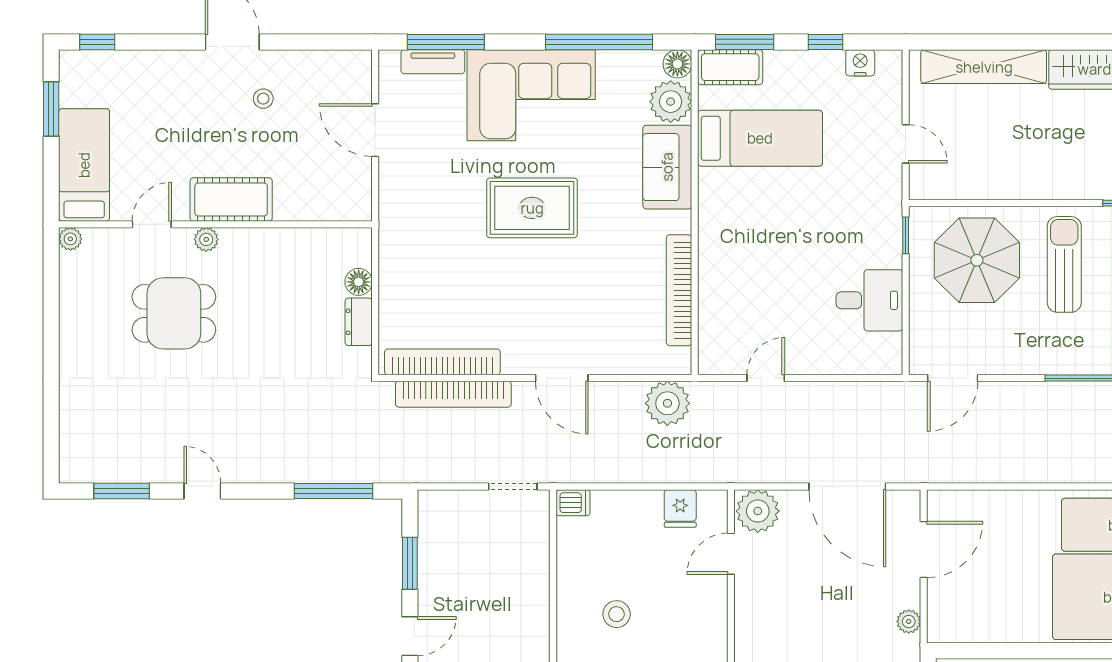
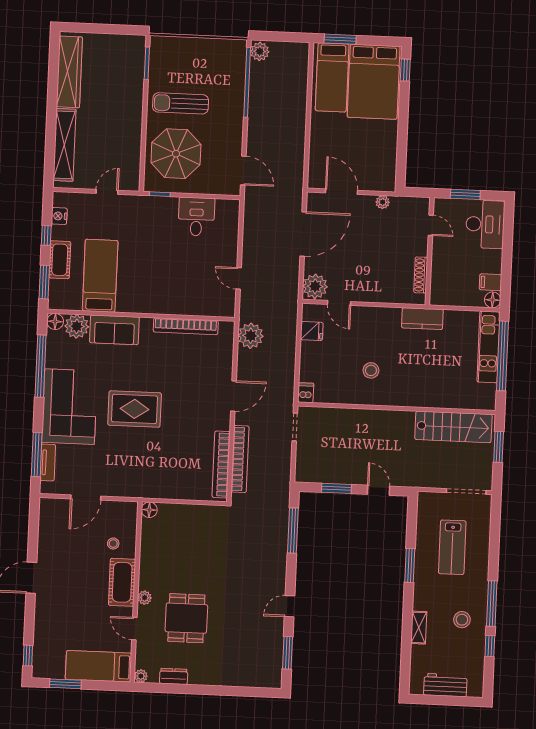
cot: (730, 67) -> (60, 260), moved
stool: (263, 99) -> (113, 544), moved
rug: (532, 208) -> (135, 409), turned 90
floor lamp: (359, 282) -> (149, 510), moved
dresser: (359, 322) -> (174, 676), moved, turned 180

